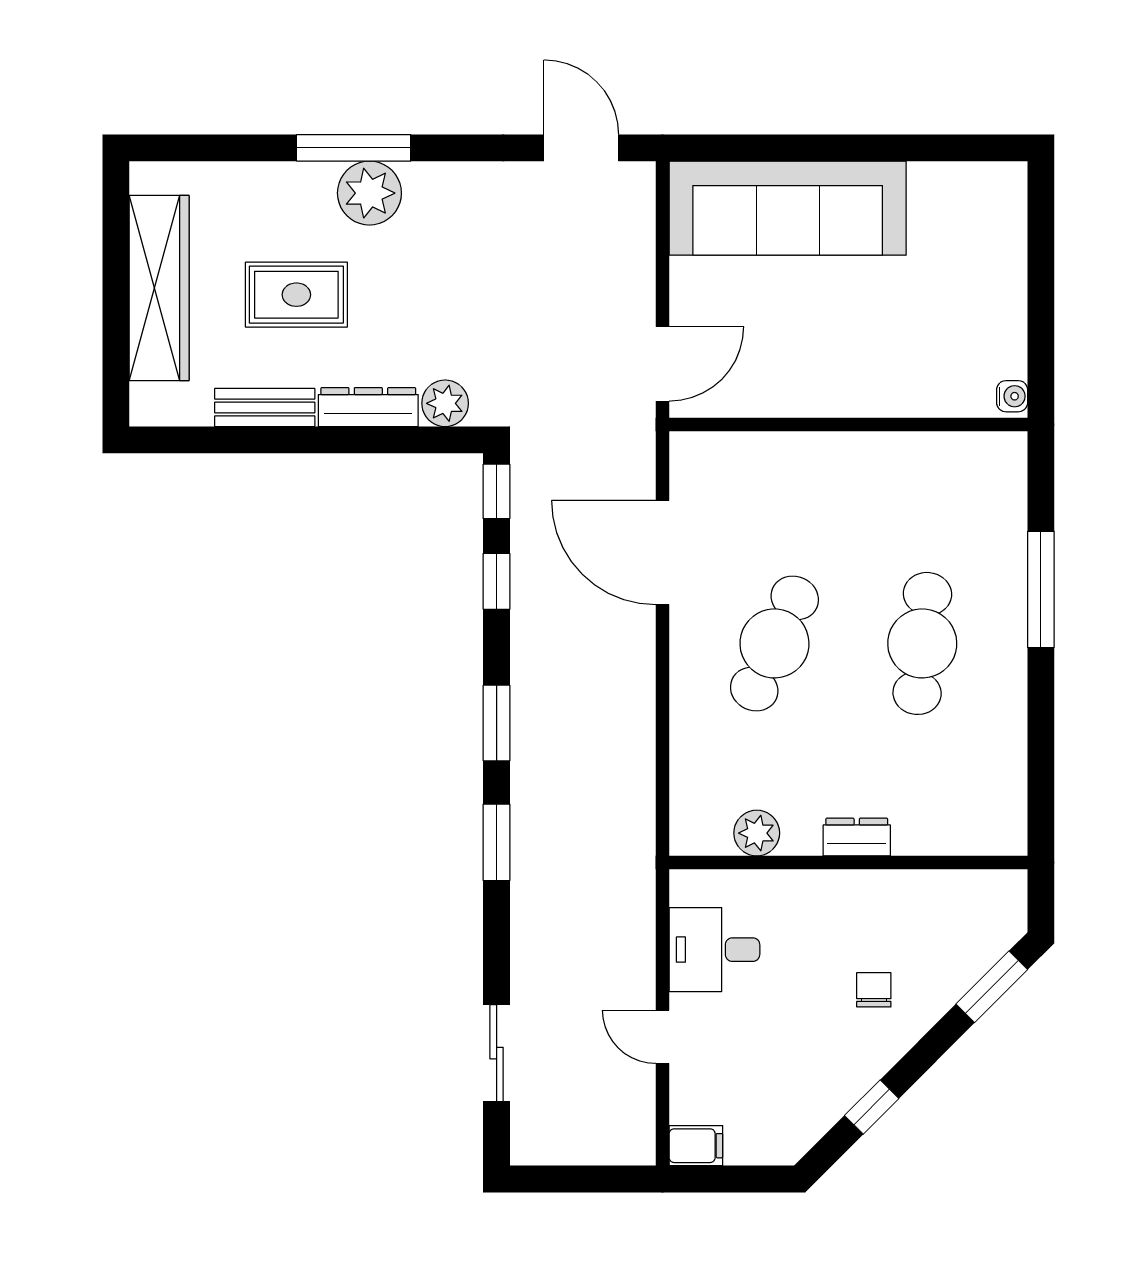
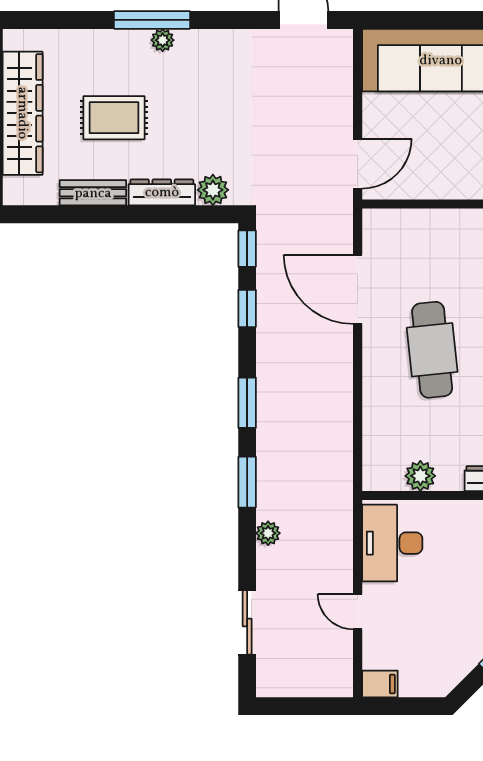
plant: (369, 193) -> (163, 40), width x0.53, depth x0.53
cafe table: (774, 643) -> (432, 350), turned -30
plant: (528, 919) -> (268, 533), added
desk: (714, 950) -> (392, 543), width x1.37

